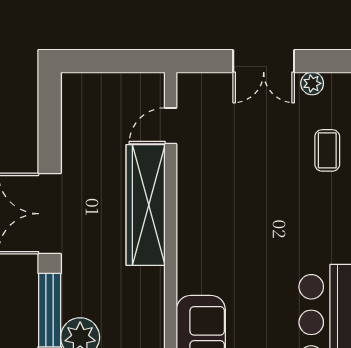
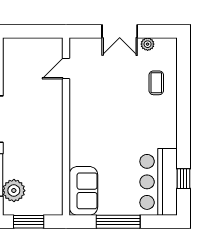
wardrobe: (146, 205) -> (52, 114), removed

